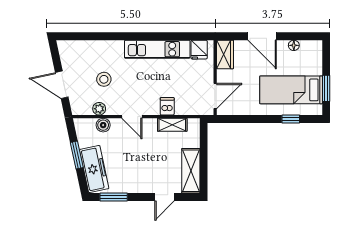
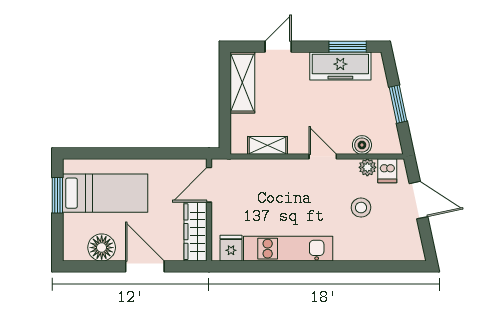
floor lamp: (294, 45) -> (102, 248), width x1.89, depth x1.89
wardrobe: (225, 54) -> (196, 232), width x1.50
dishwasher: (167, 106) -> (387, 171), moved
window: (291, 119) -> (106, 153), removed
freezer: (94, 169) -> (340, 66), moved, turned -78

